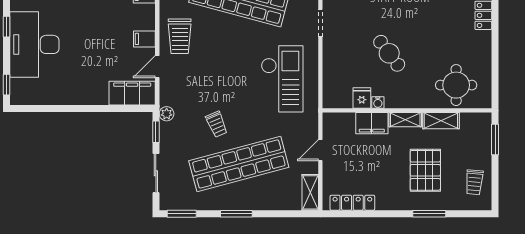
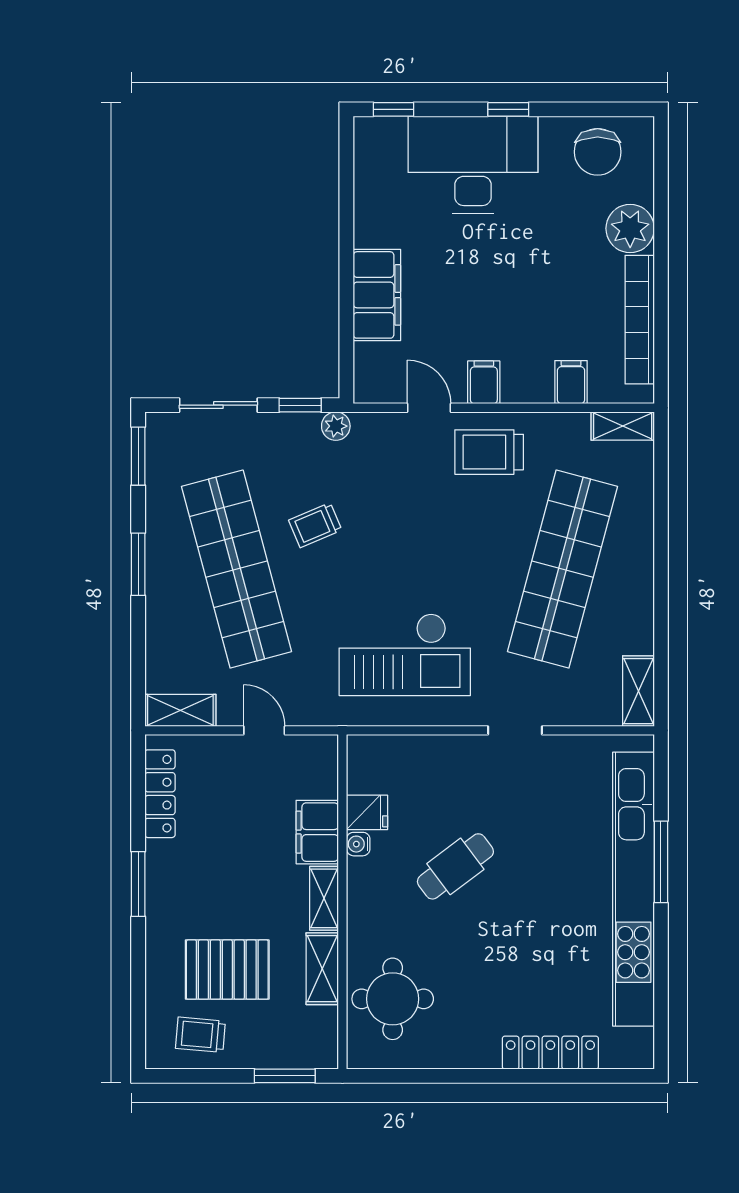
filing cabinet: (132, 93) -> (377, 295), moved
pallet: (425, 170) -> (227, 970), moved
window: (429, 214) -> (138, 884), moved

